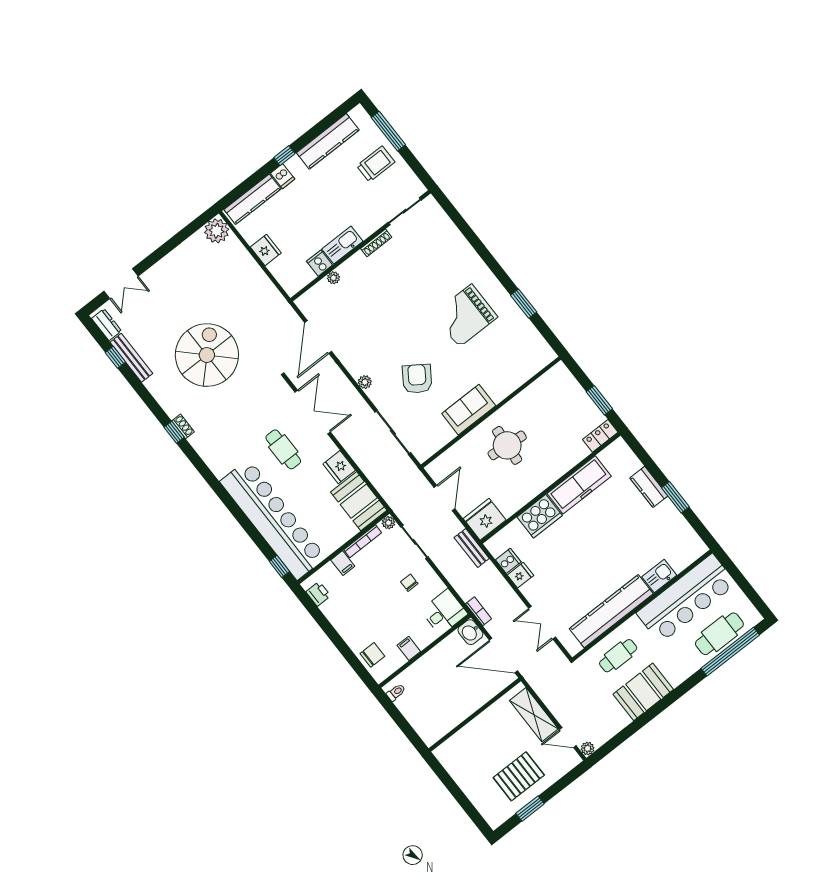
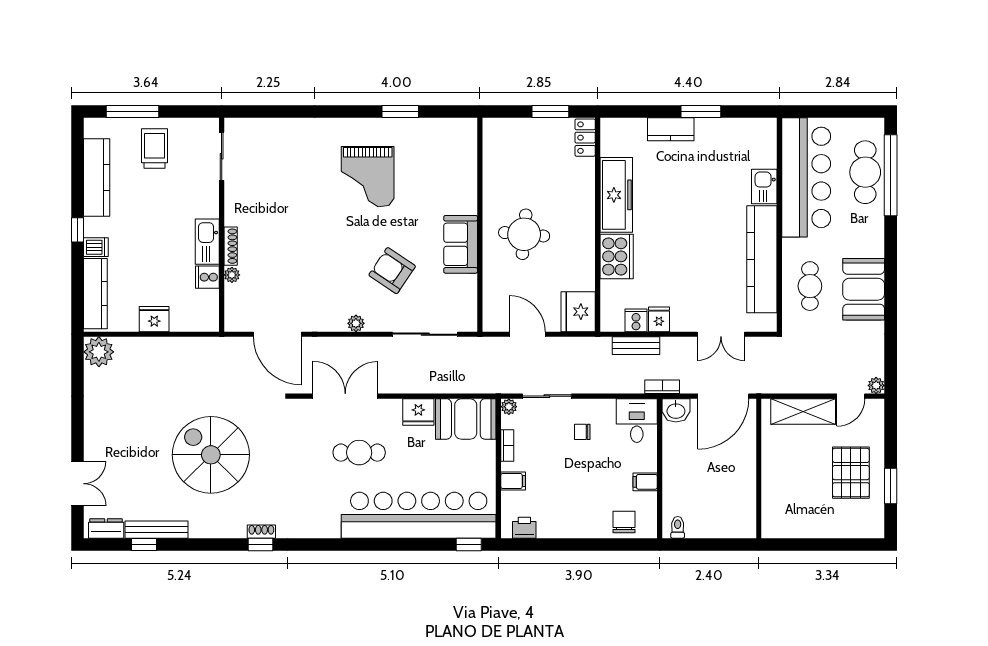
shoe rack: (376, 243) -> (231, 246), moved
bookcase: (363, 541) -> (507, 445), width x0.64
bench: (472, 548) -> (636, 346), moved

